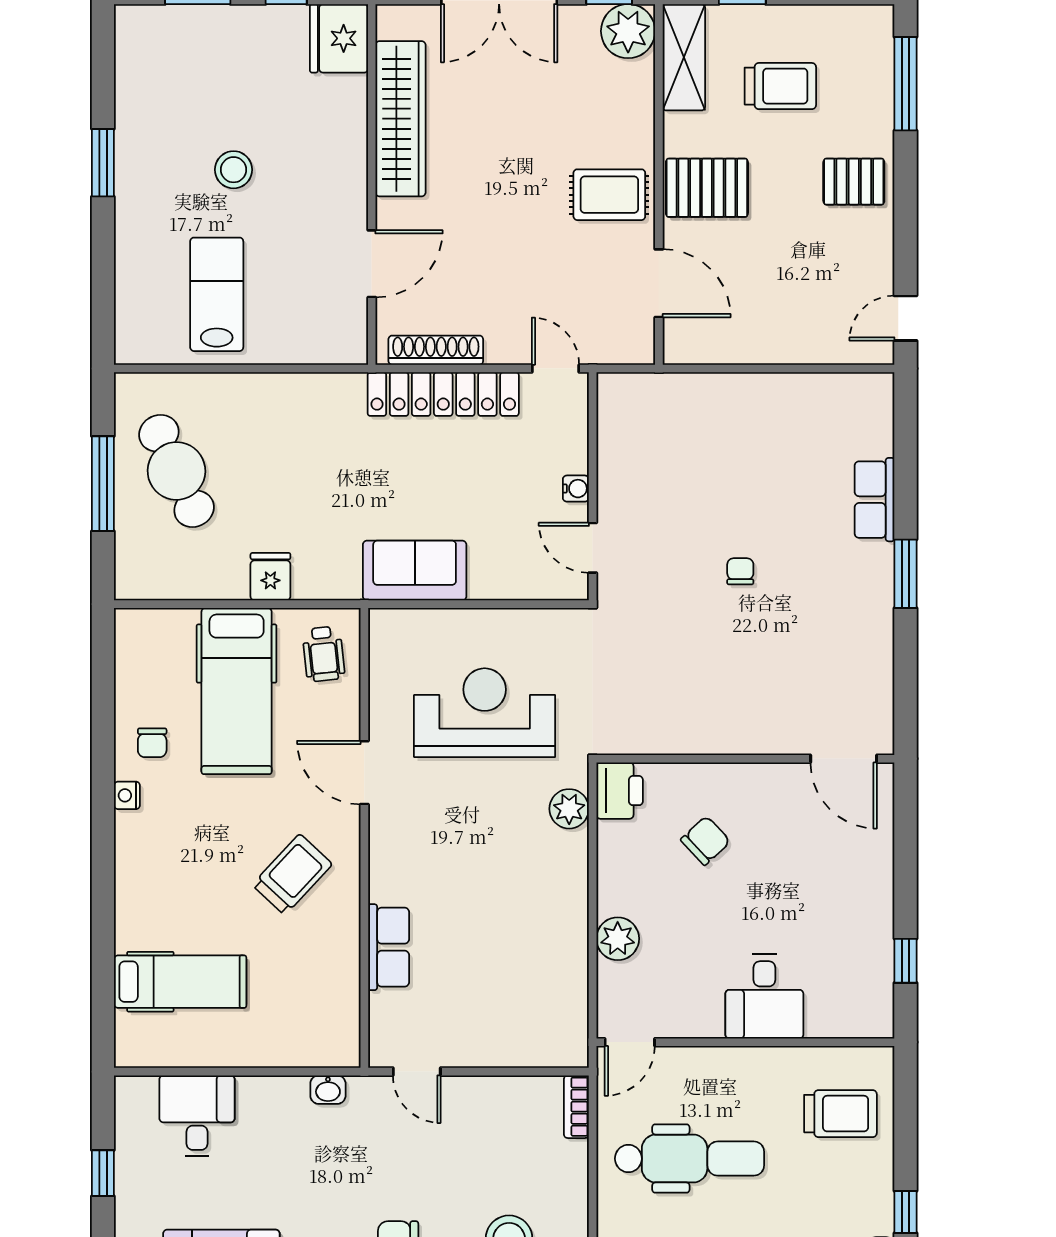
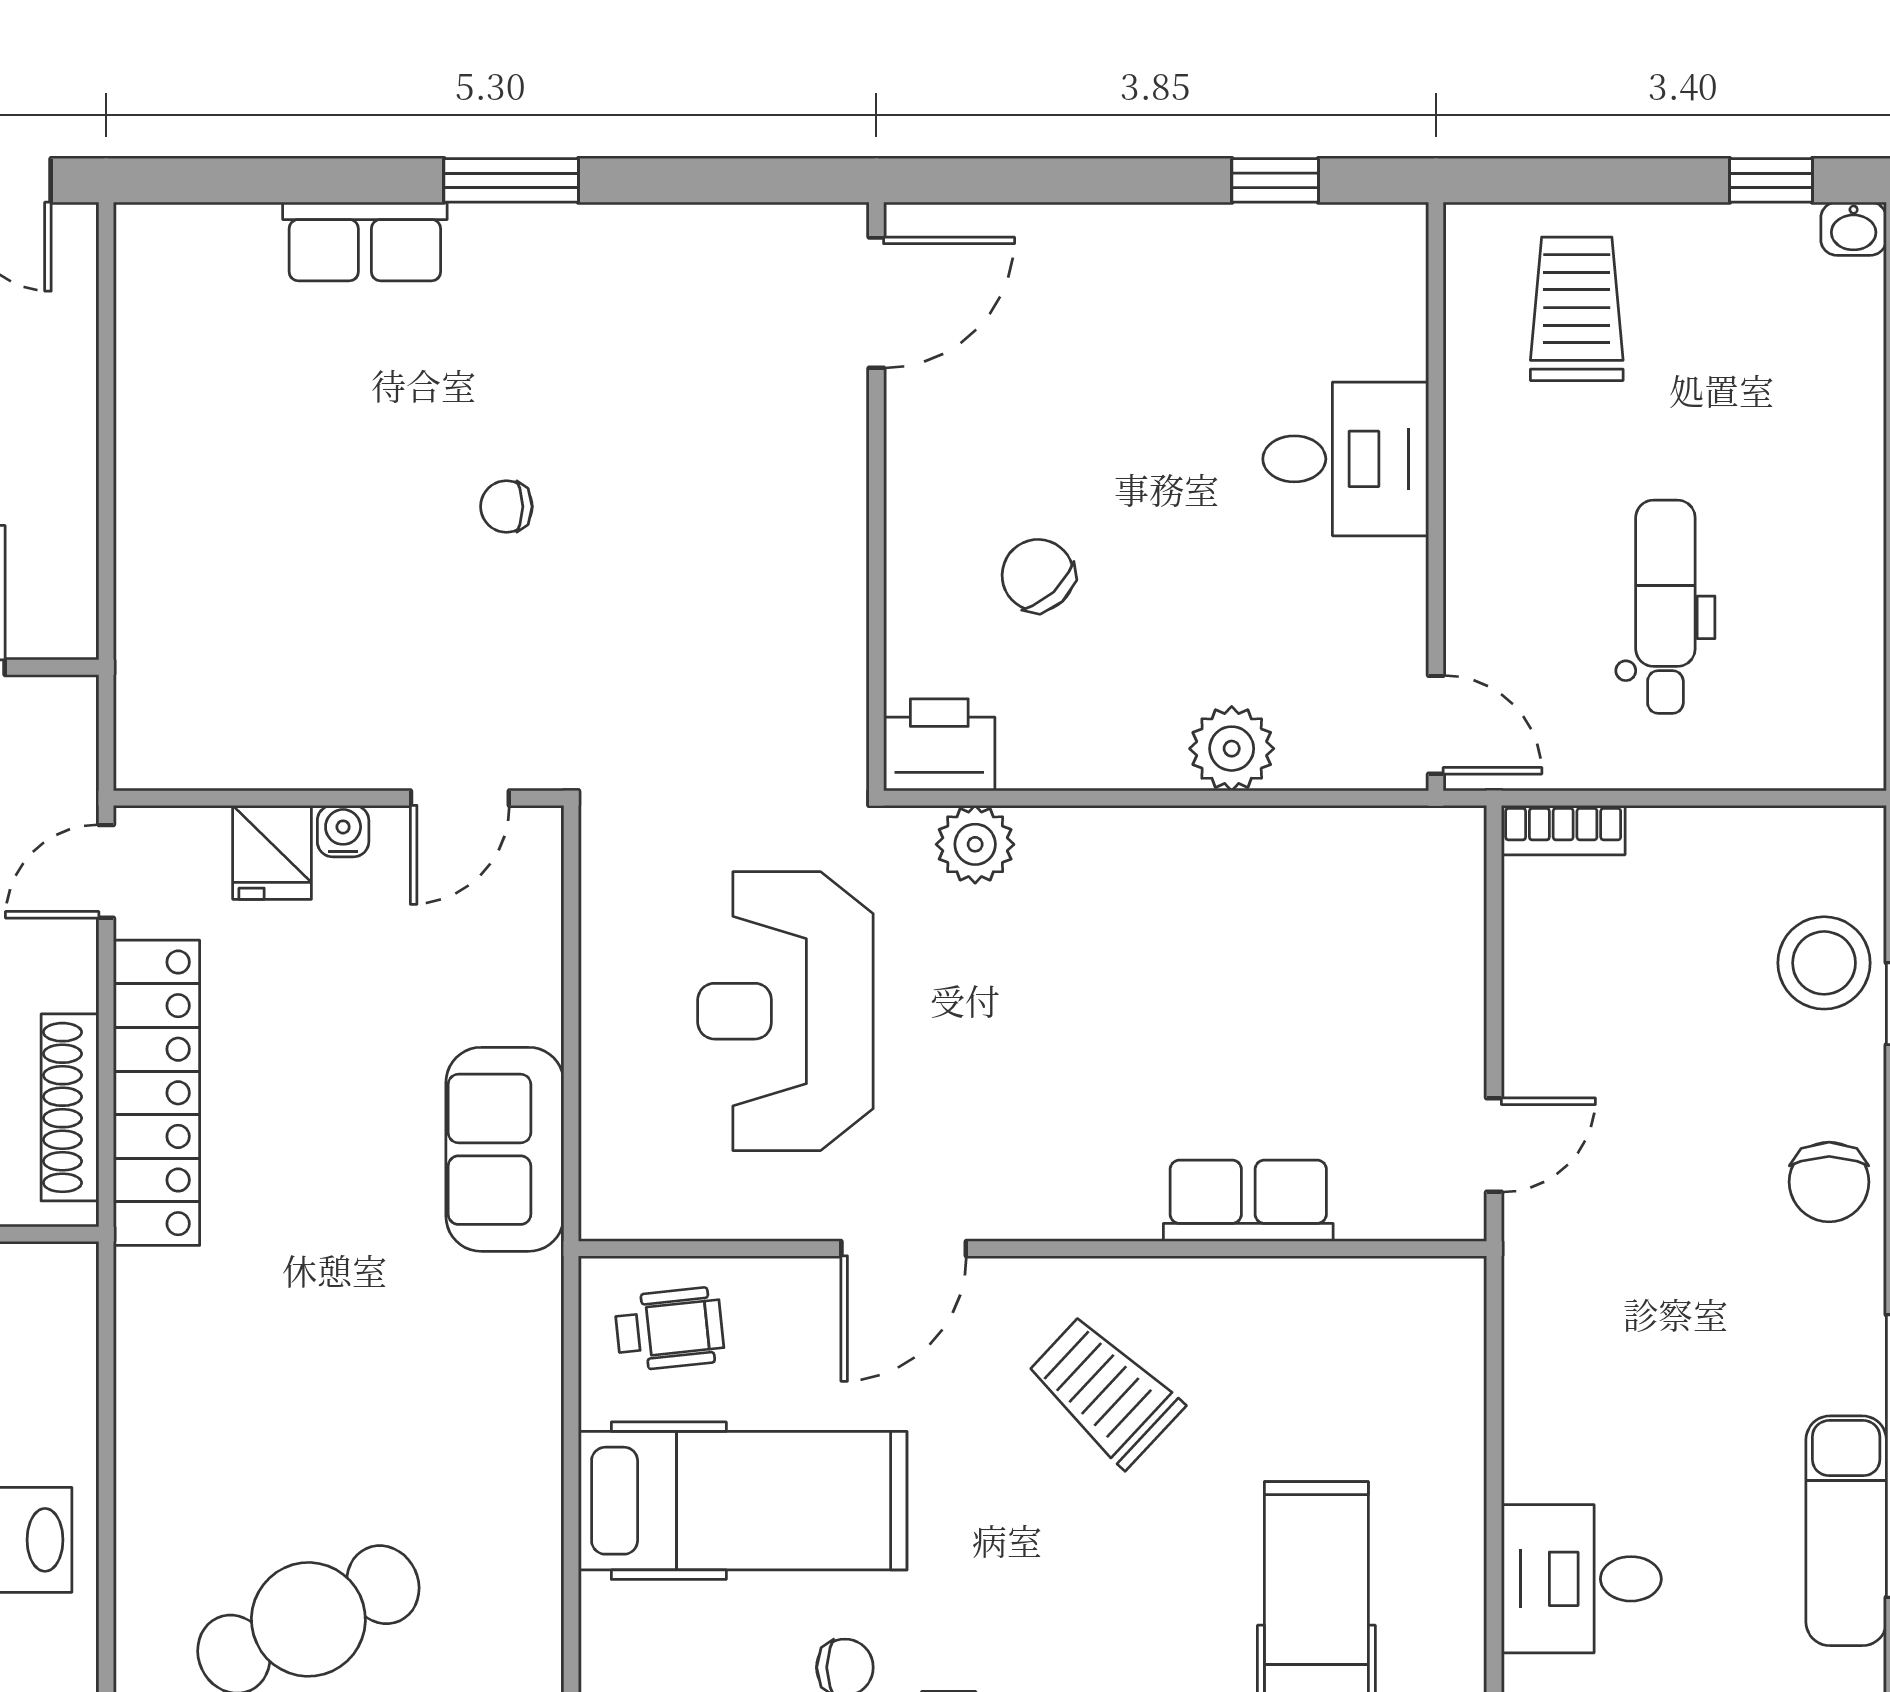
fridge: (270, 577) -> (272, 852), moved, turned -90
washbasin: (328, 1090) -> (1529, 1320), removed
dental chair: (690, 1159) -> (1665, 607), width x0.73, depth x0.72

